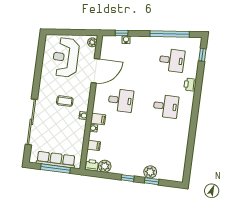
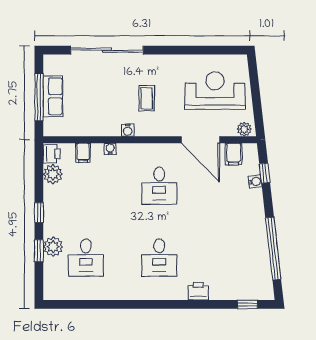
desk: (172, 60) -> (86, 258), moved
filing cabinet: (98, 119) -> (234, 154), moved
row of seats: (56, 160) -> (53, 96), width x0.68

